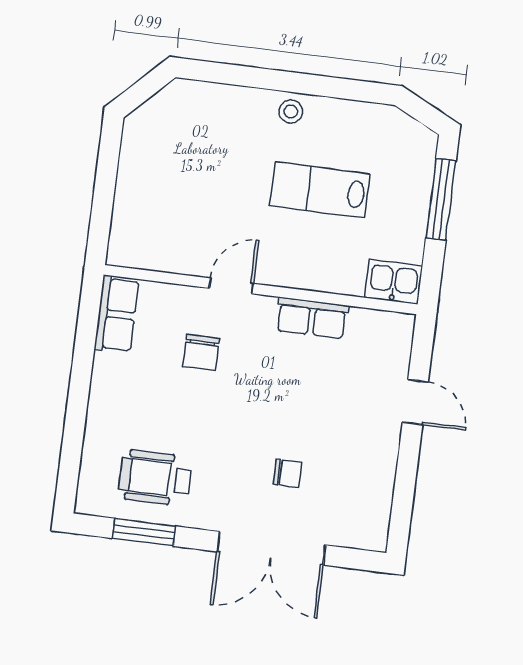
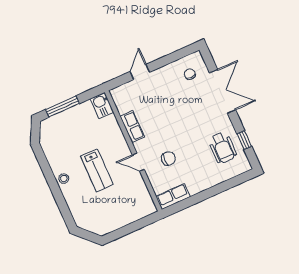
lab bench: (320, 190) -> (97, 170), moved
chair: (287, 473) -> (190, 74), moved
window: (144, 532) -> (244, 140), width x0.67

